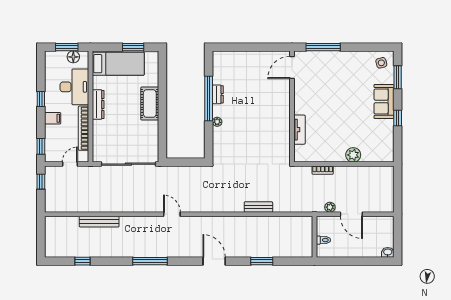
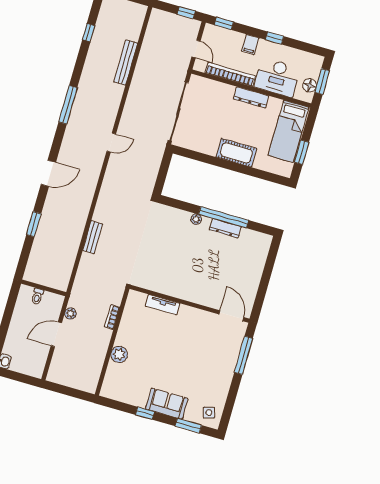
dresser: (218, 94) -> (225, 228), width x1.44

